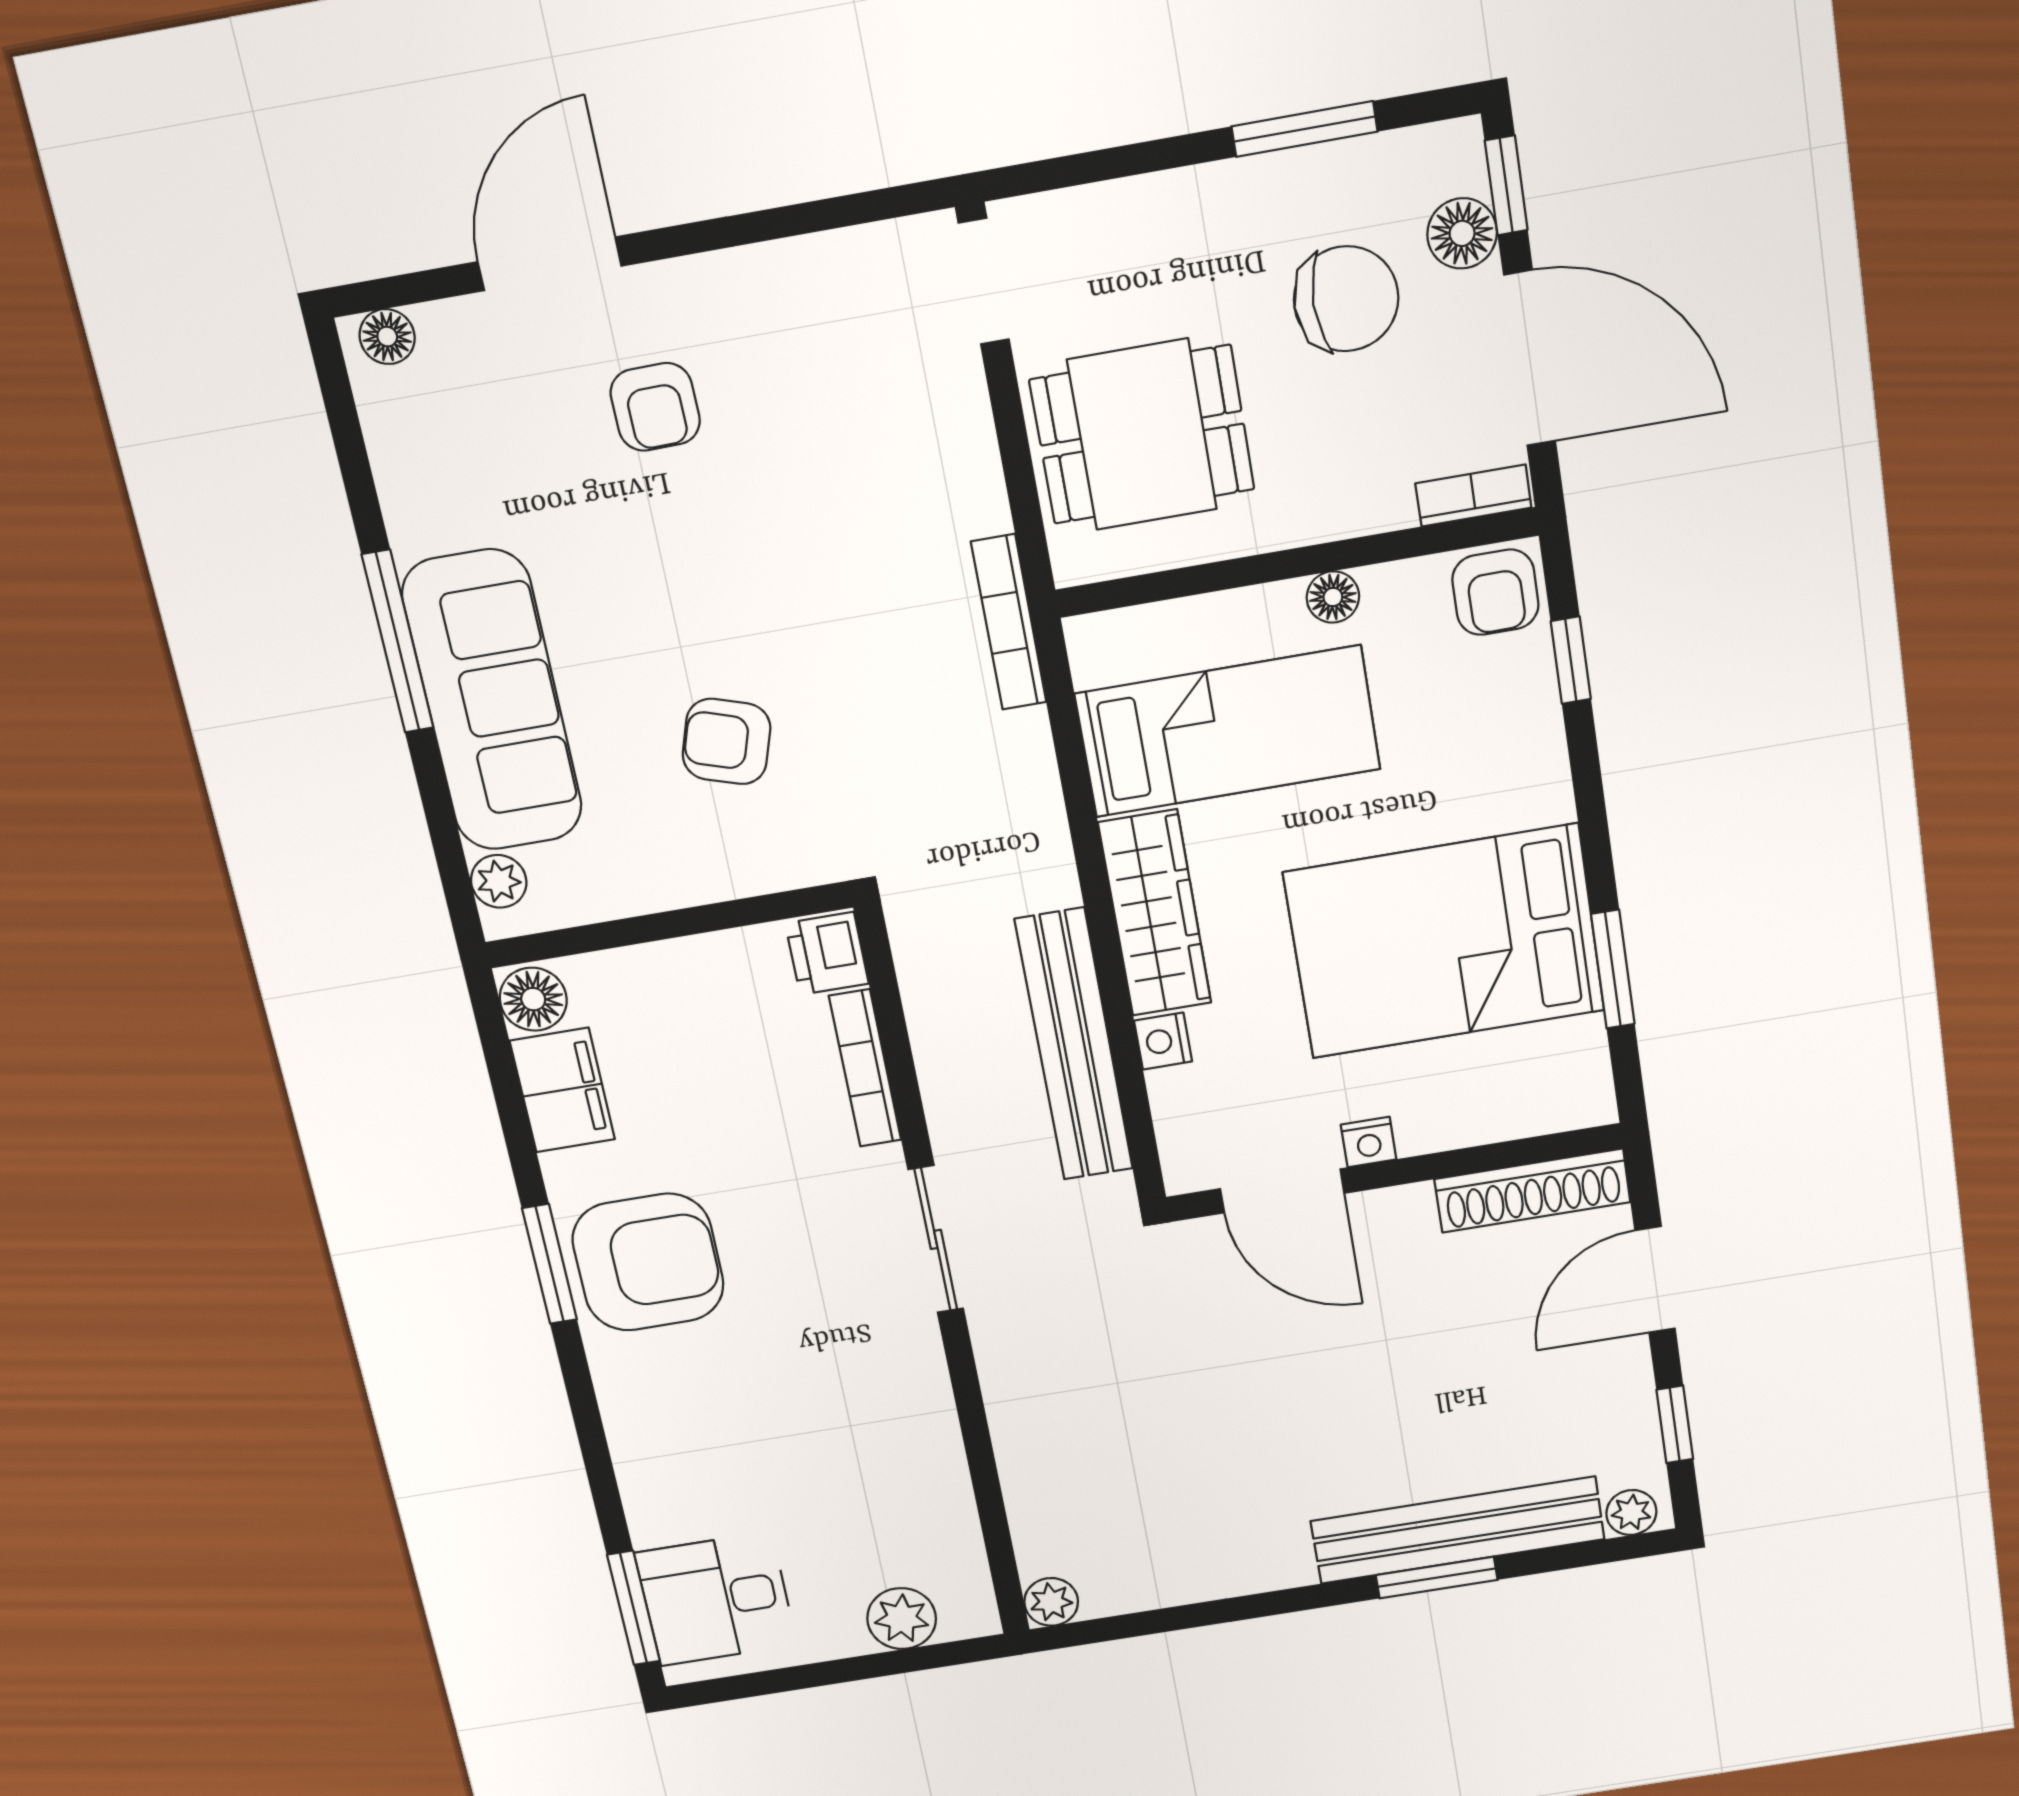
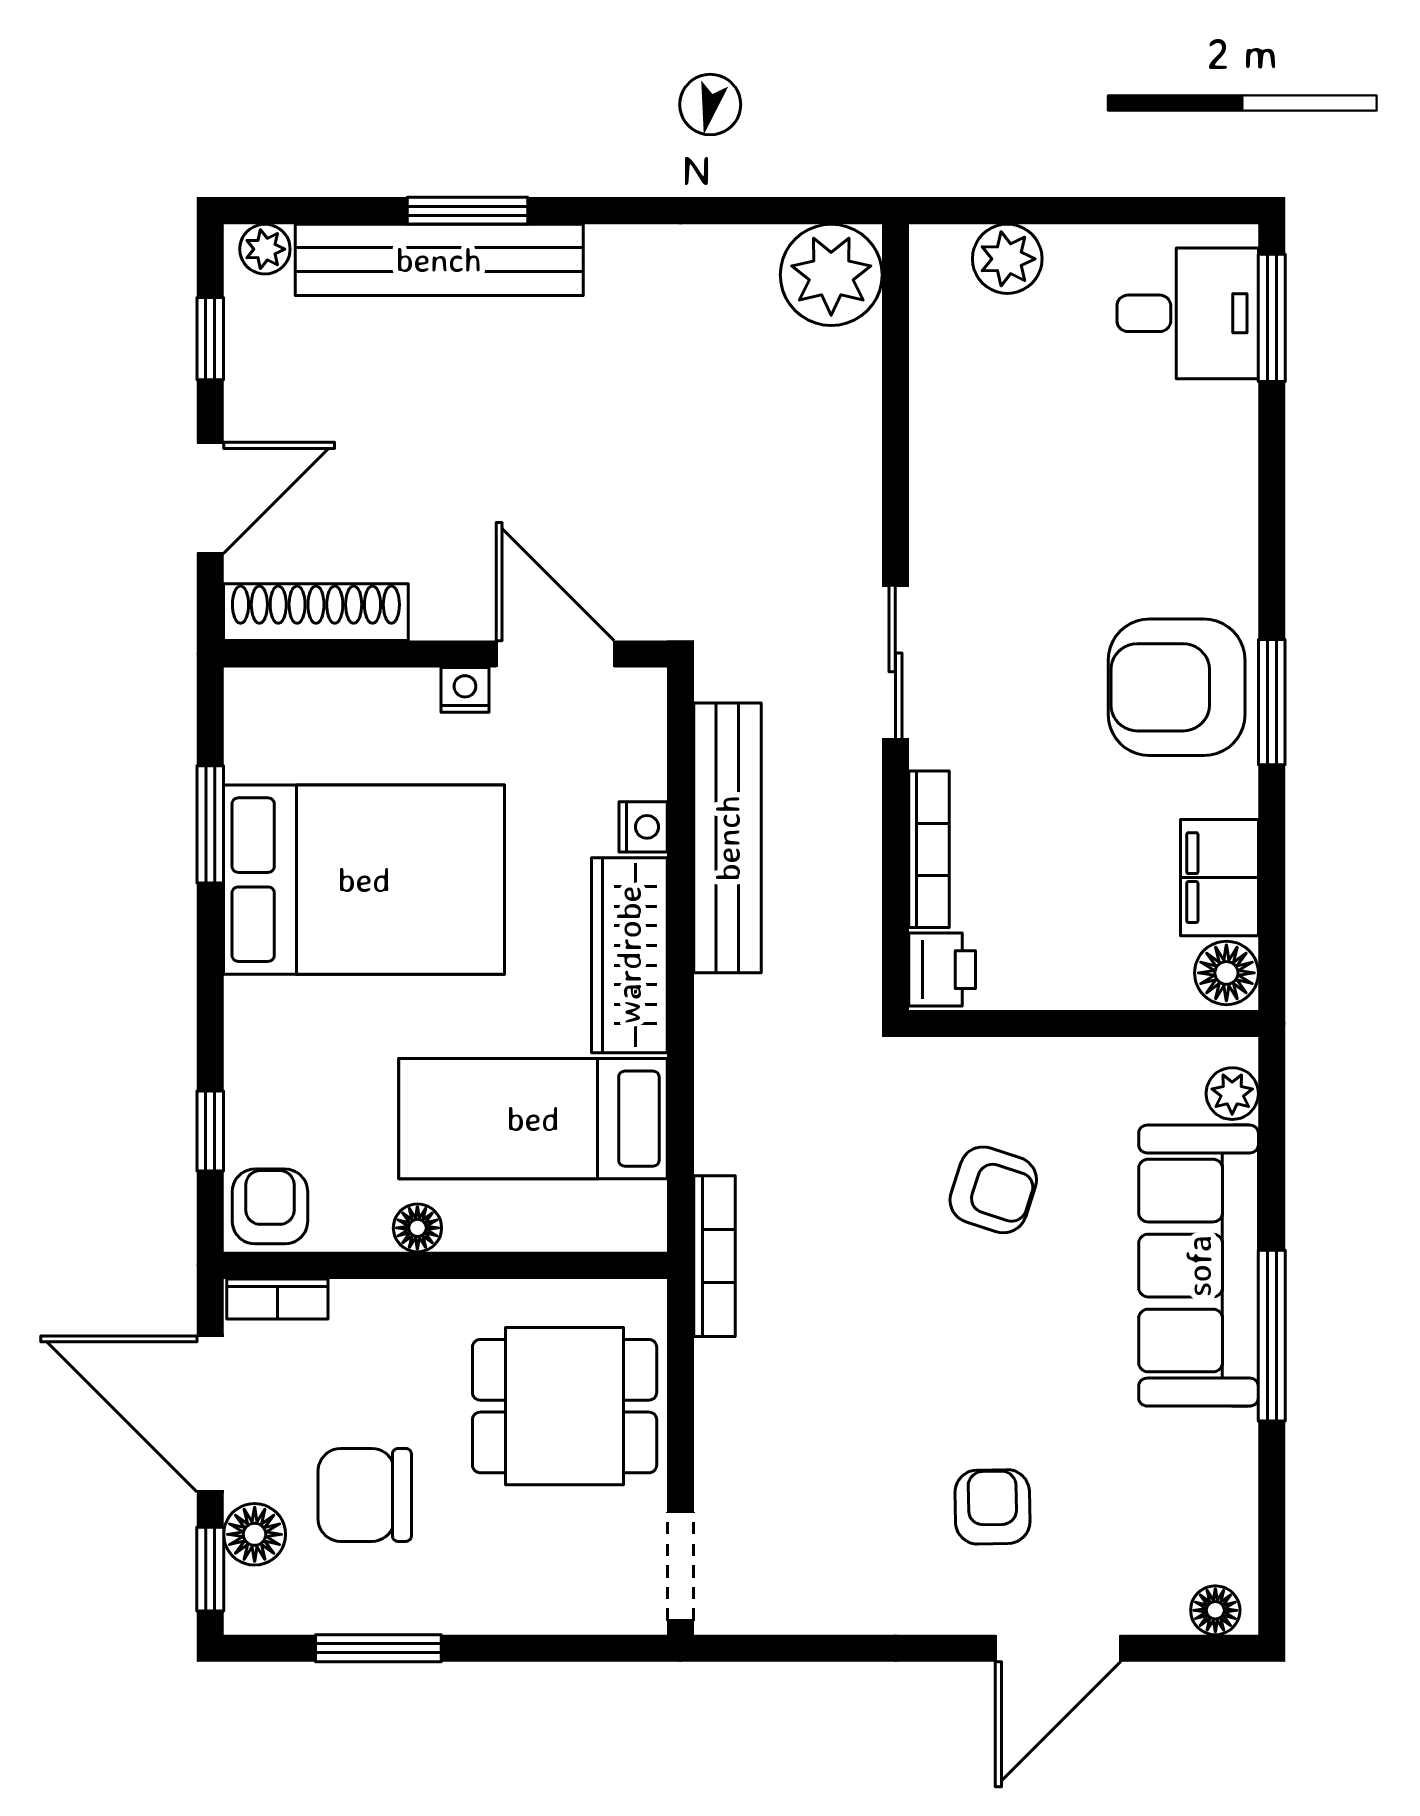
plant: (1051, 1602) -> (831, 275), width x1.88, depth x1.88

